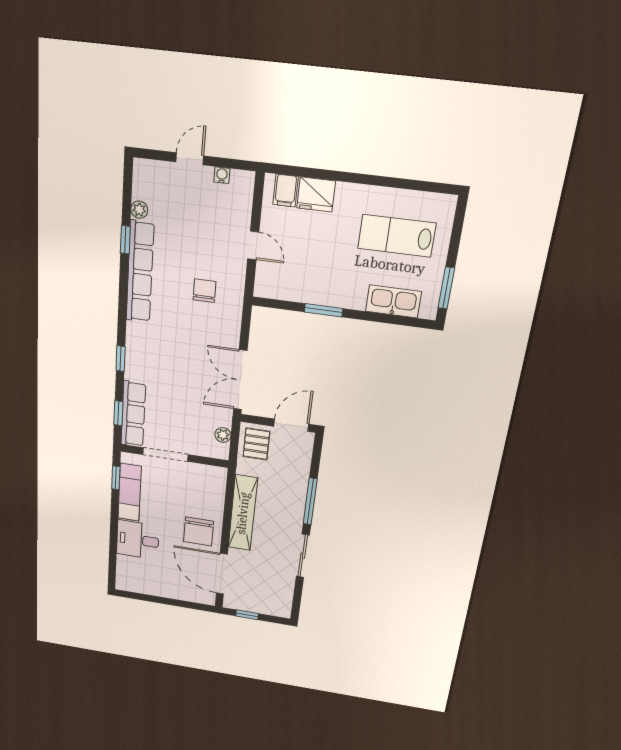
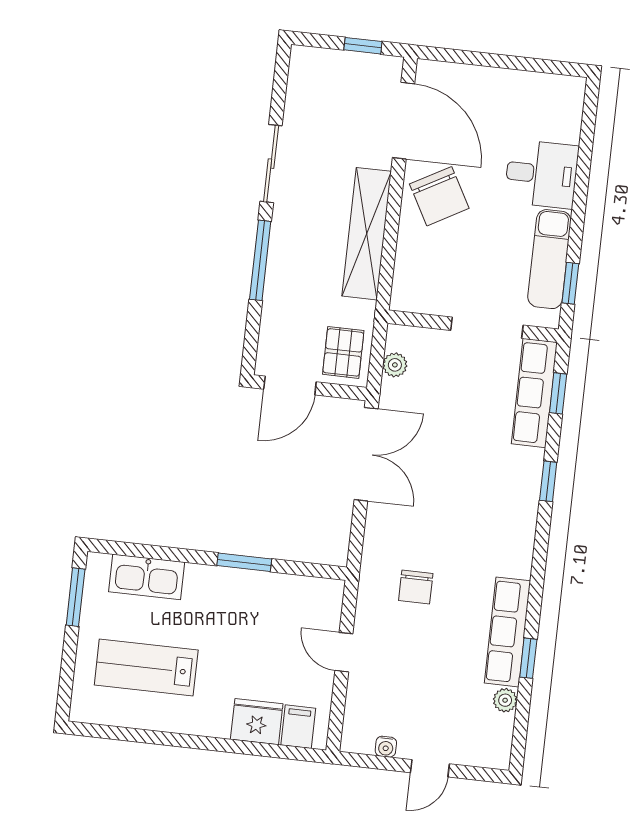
lab bench: (397, 236) -> (146, 667), turned 180
row of seats: (140, 272) -> (507, 632), width x0.73
chair: (199, 531) -> (439, 196), turned 151

